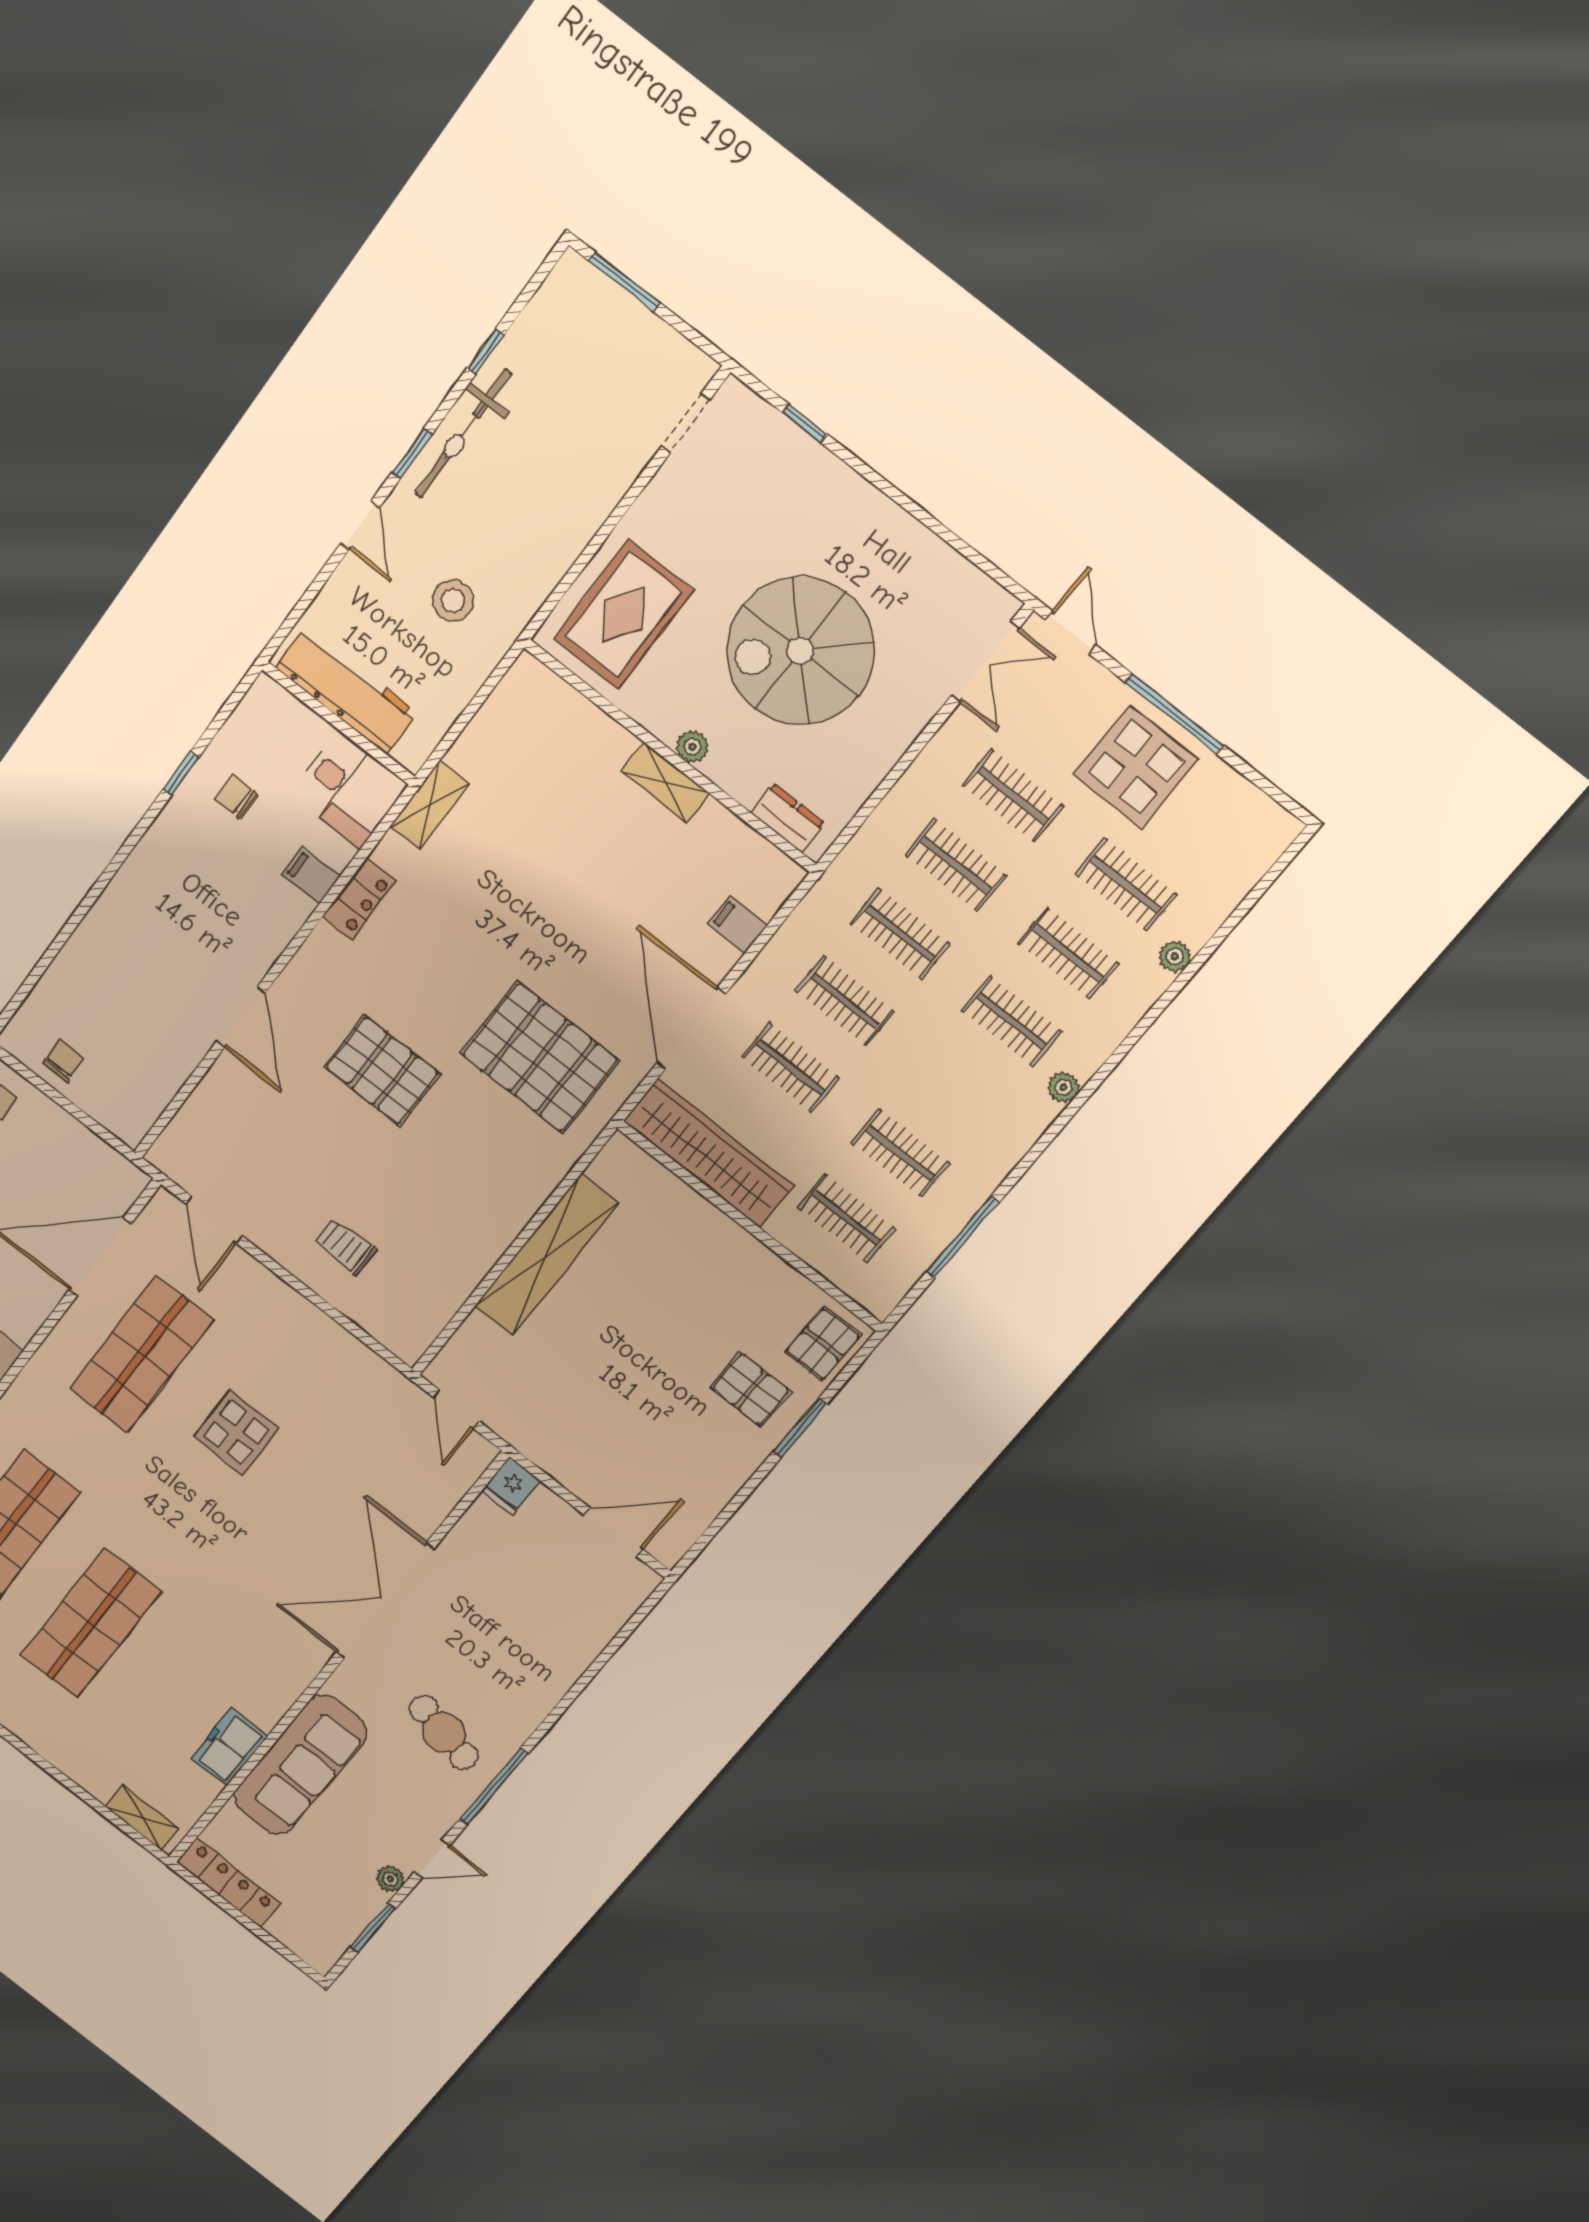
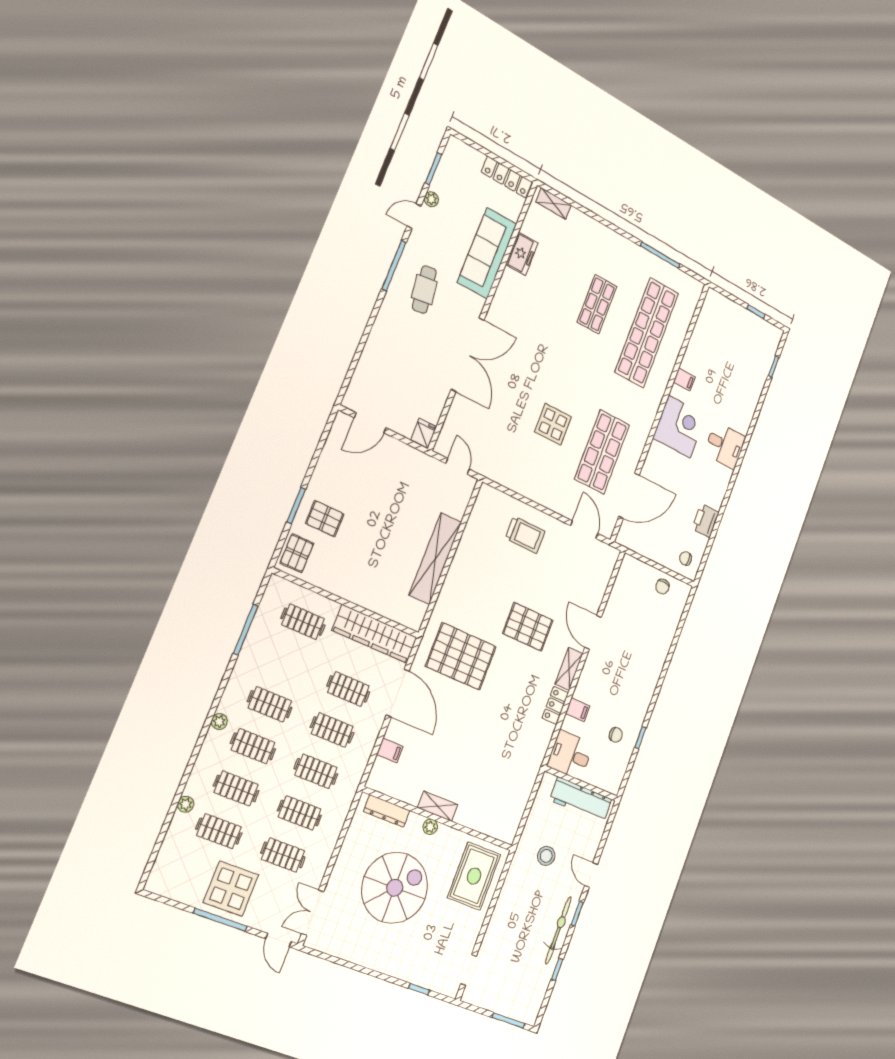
shelving: (429, 805) -> (569, 669), moved
dresser: (787, 818) -> (387, 811), width x1.44
clothes rail: (900, 1153) -> (270, 704), moved
trolley: (345, 1246) -> (525, 535), width x1.36, depth x1.39
shop shelf: (91, 1623) -> (597, 304), width x0.70, depth x0.74
cafe table: (444, 1732) -> (424, 290), turned 69

